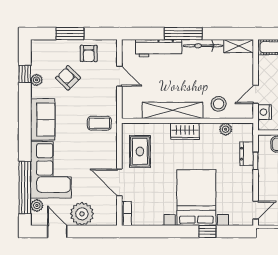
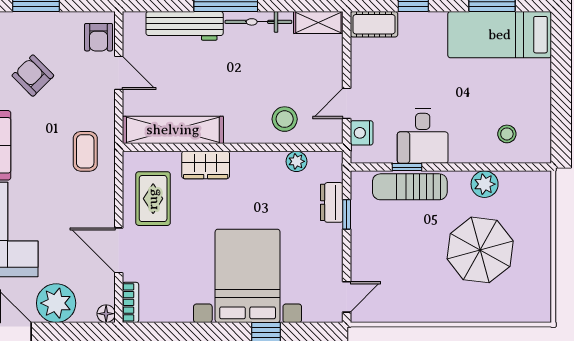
armchair: (89, 53) -> (99, 37), moved
shelving: (173, 110) -> (173, 130), moved
coffee table: (99, 123) -> (85, 151), turned 90
wardrobe: (185, 131) -> (206, 165), moved
floor lamp: (112, 220) -> (106, 314), added

